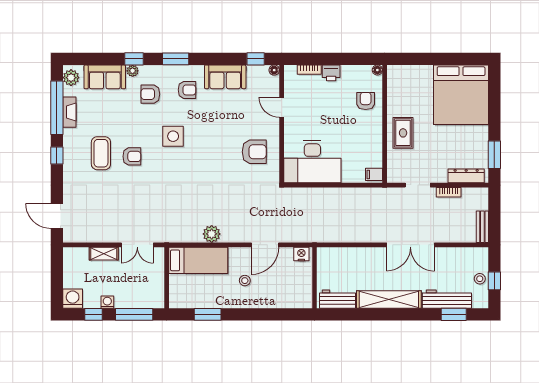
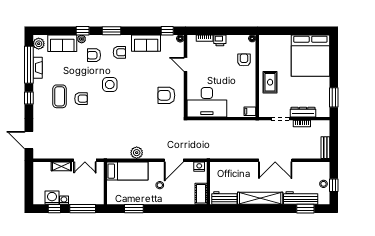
armchair: (254, 152) -> (166, 95), turned 180
dresser: (466, 176) -> (303, 112), moved
cot: (304, 293) -> (201, 194), added
washing machine: (73, 299) -> (52, 198), moved

